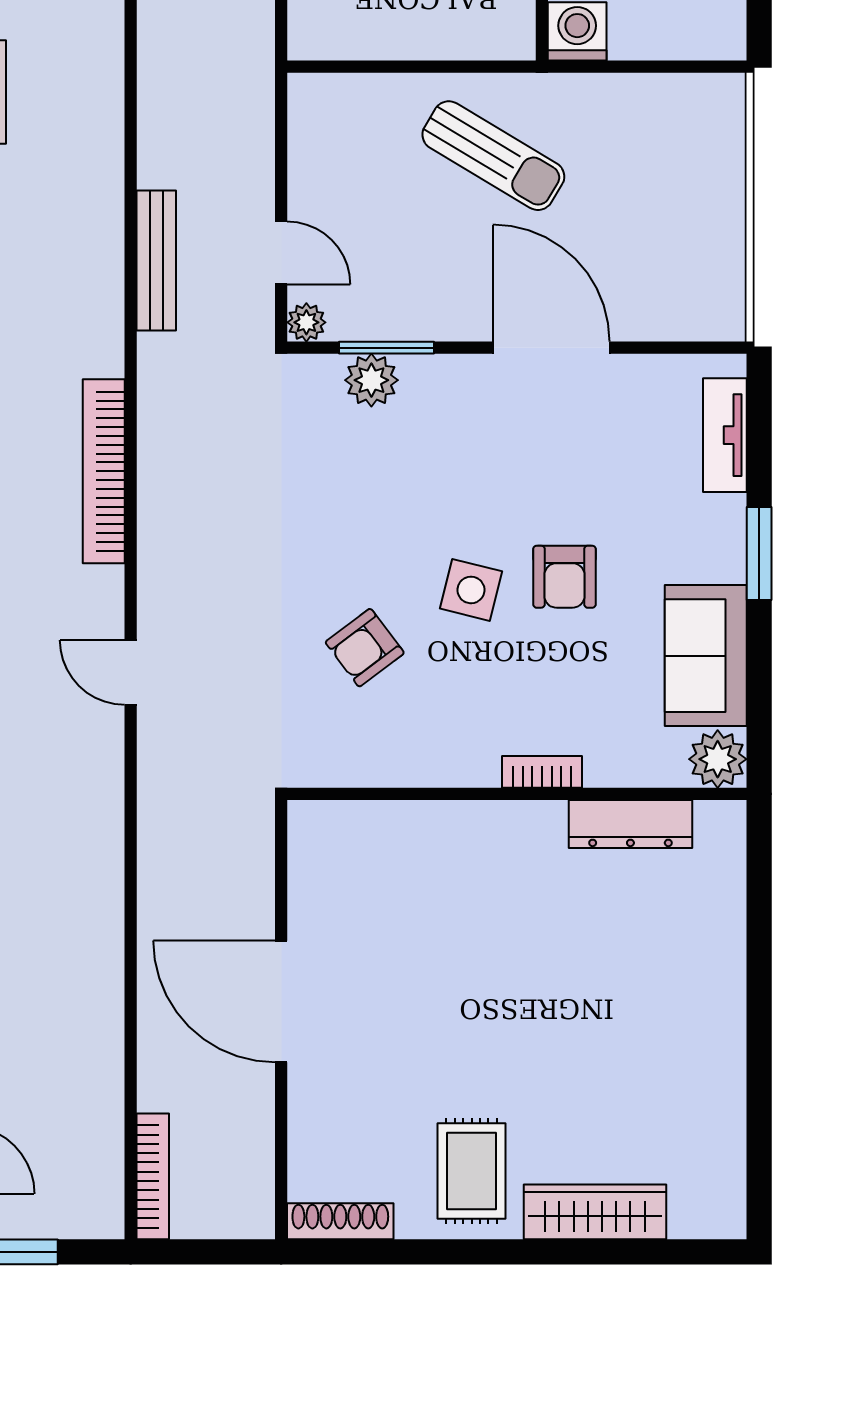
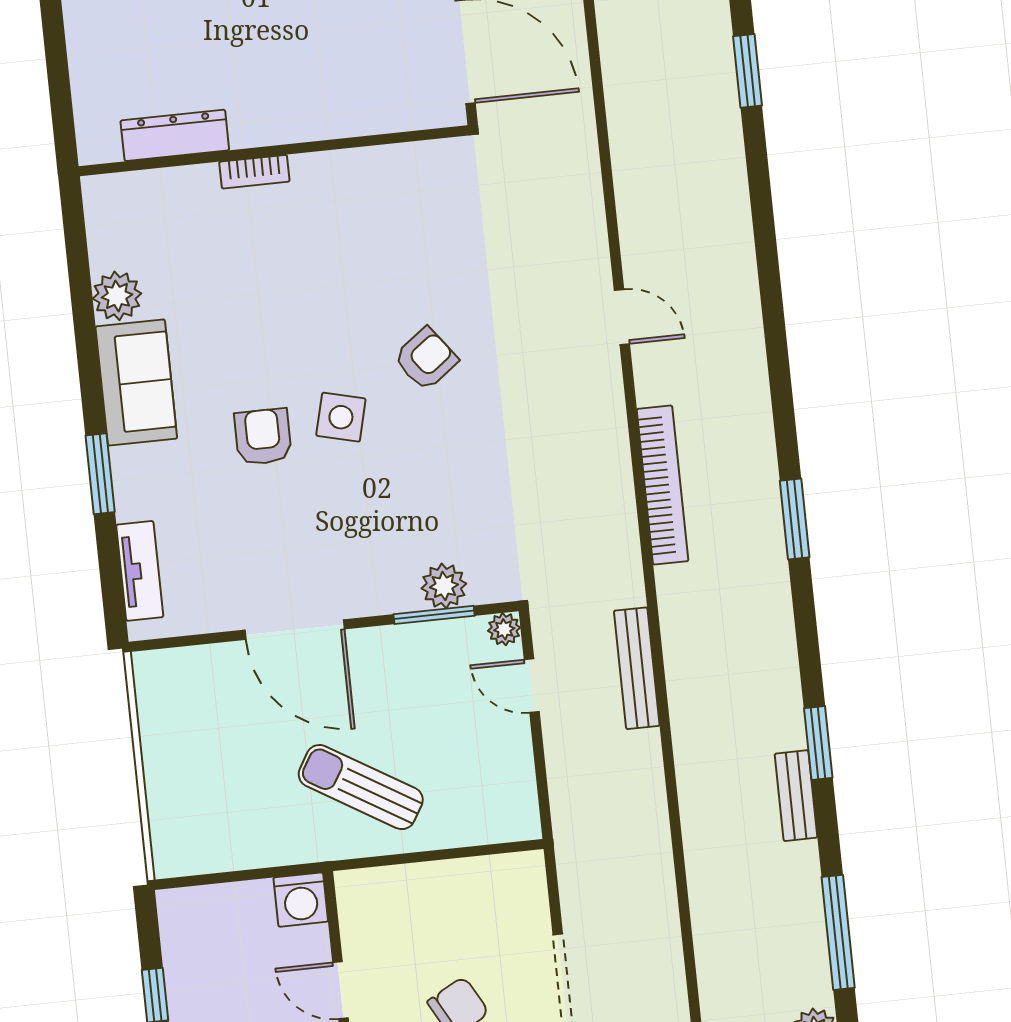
bookcase: (542, 772) -> (254, 172), moved
wall: (517, 794) -> (274, 151), moved
dresser: (630, 824) -> (175, 135), moved

